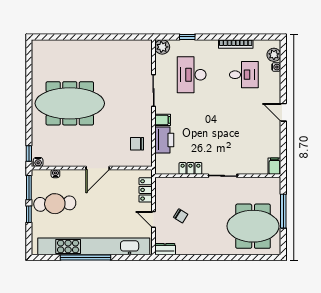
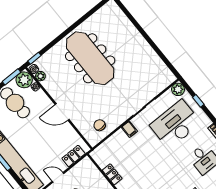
desk: (192, 75) -> (175, 124), width x1.36, depth x1.30
printer: (164, 140) -> (117, 141), removed
plant: (49, 161) -> (40, 76), added
plant: (41, 179) -> (24, 80), added
door: (153, 219) -> (58, 177), hinge flipped

